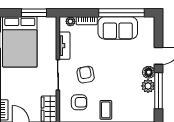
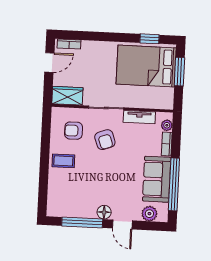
window: (34, 13) -> (179, 72), moved
armchair: (86, 75) -> (105, 140), turned 80
plant: (148, 86) -> (149, 214), moved
armchair: (79, 102) -> (74, 131), turned 90

